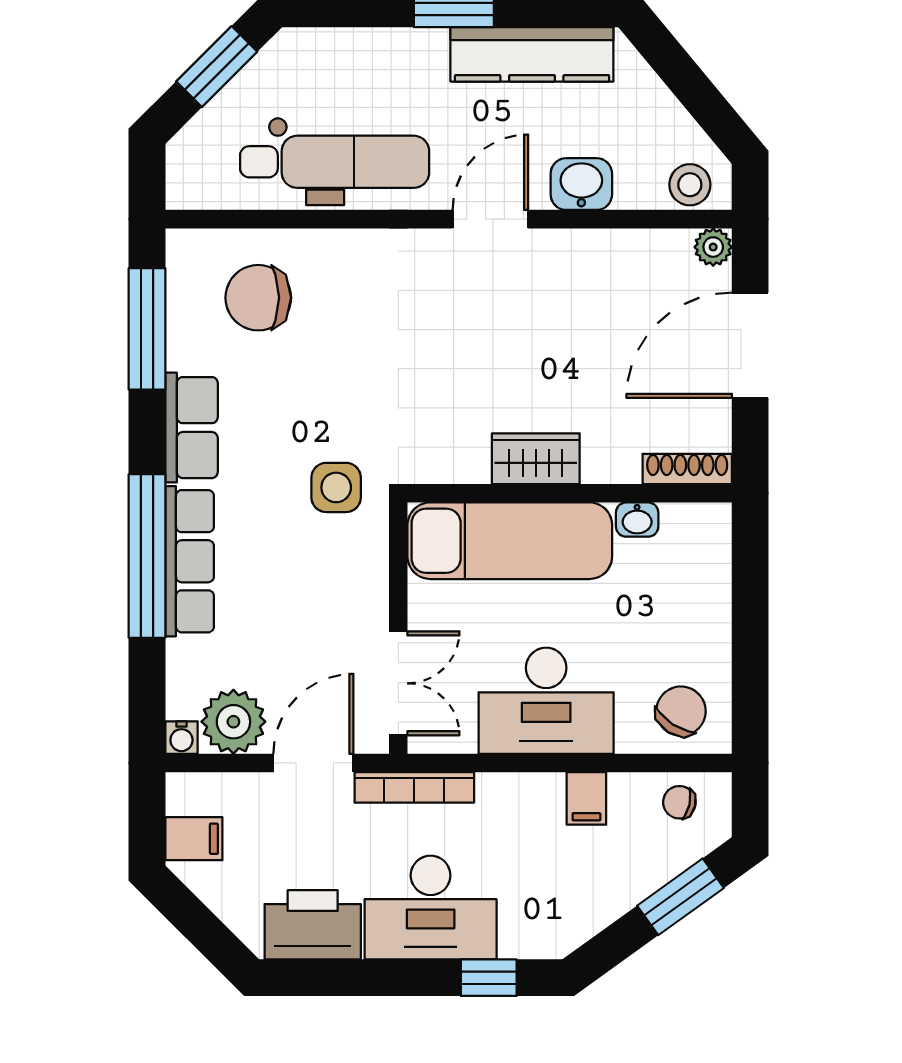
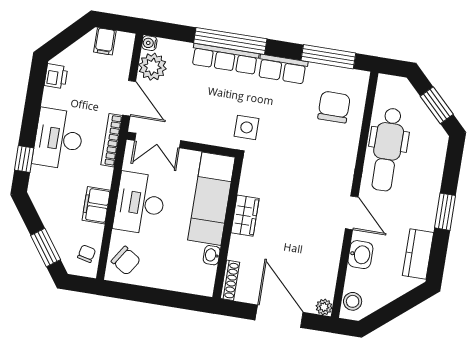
kitchen counter: (532, 54) -> (418, 254), width x0.67
filing cabinet: (586, 798) -> (96, 205), width x2.00
printer: (313, 925) -> (56, 76), width x0.53, depth x0.68

